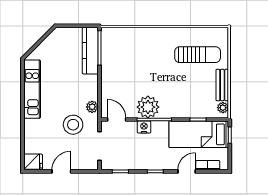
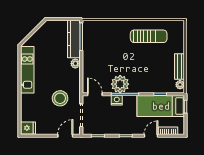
sun lounger: (198, 55) -> (149, 36), moved
plant: (92, 107) -> (75, 64), moved
door: (61, 171) -> (65, 136), moved

